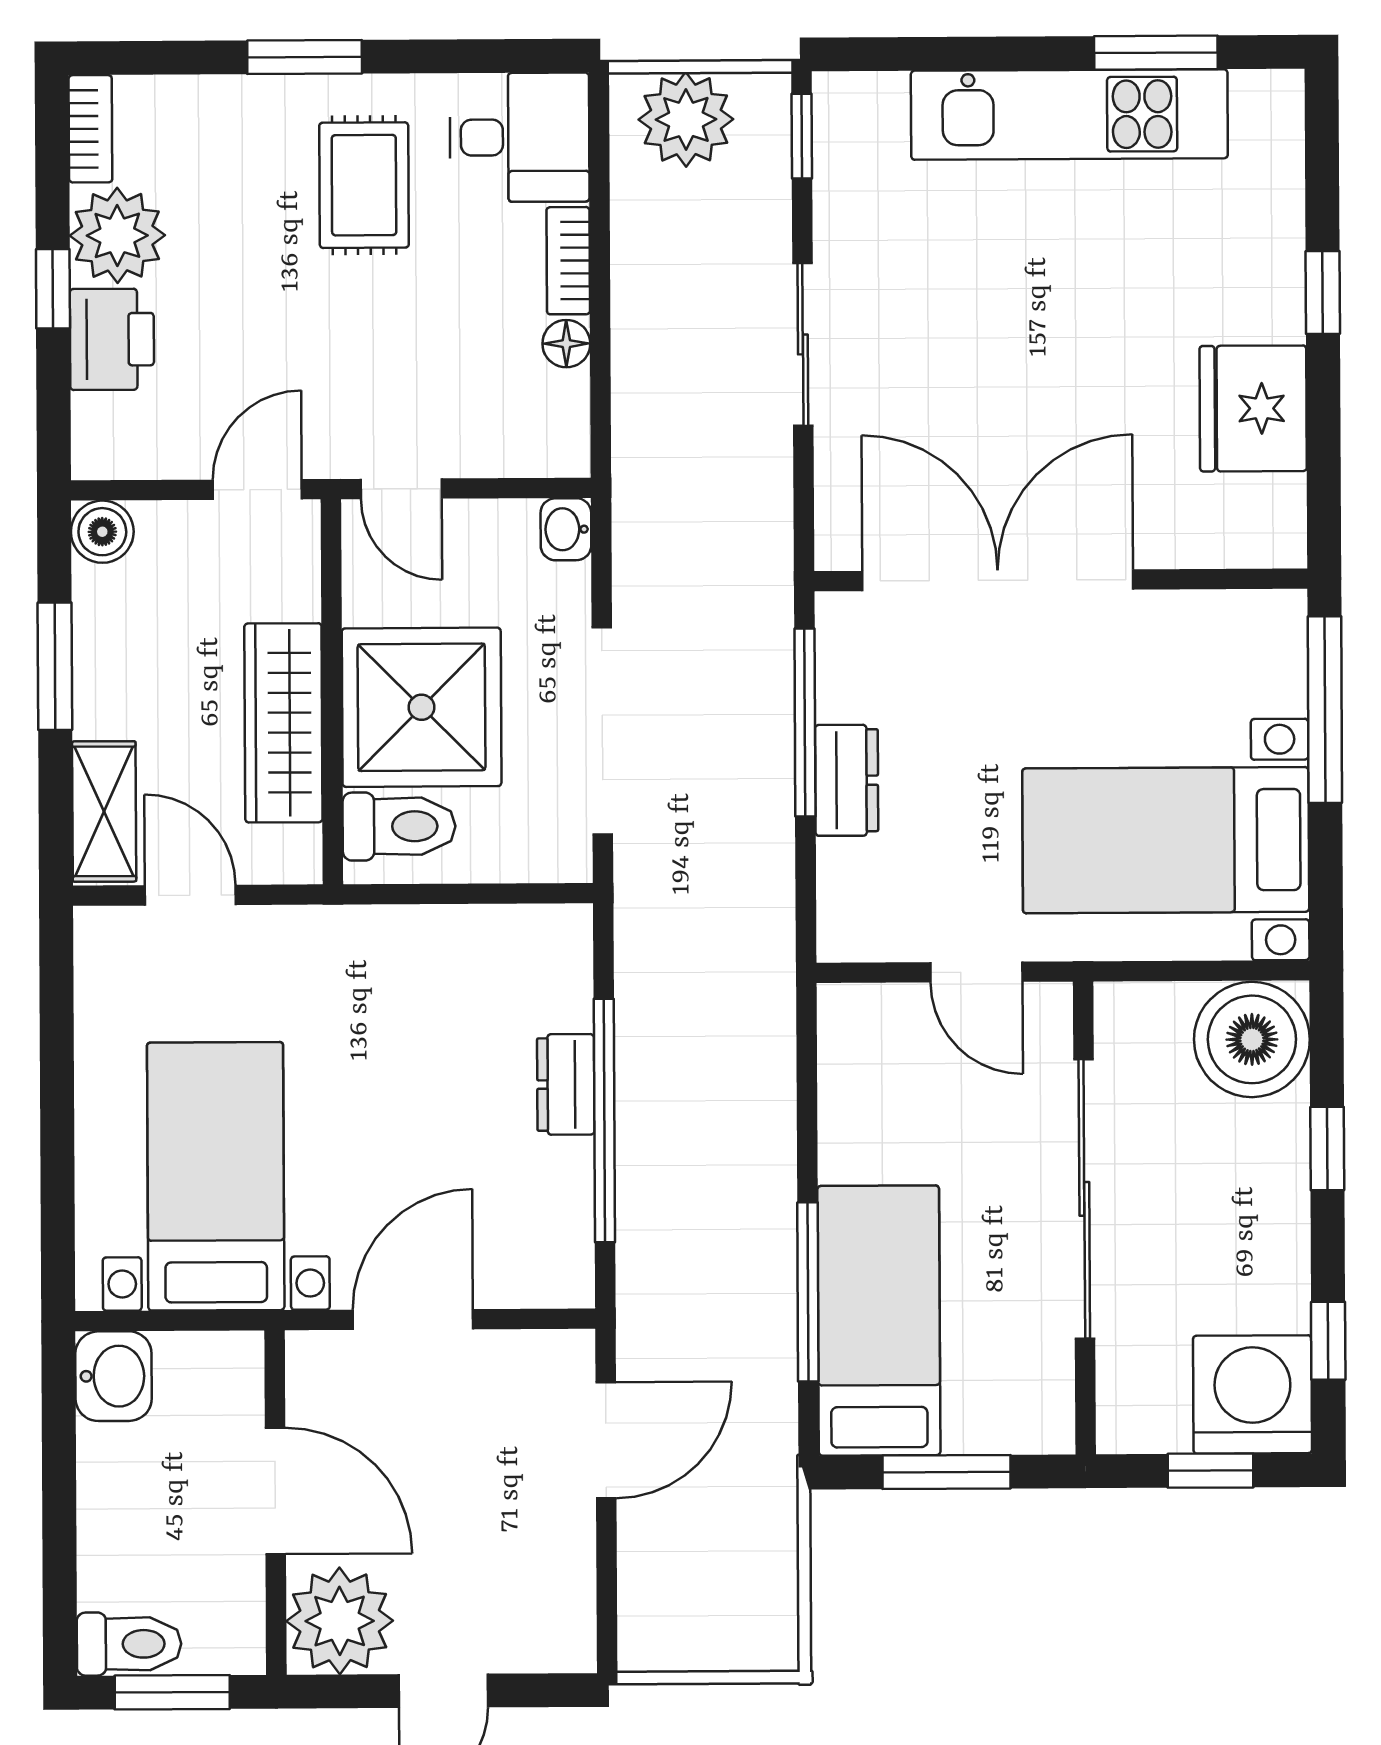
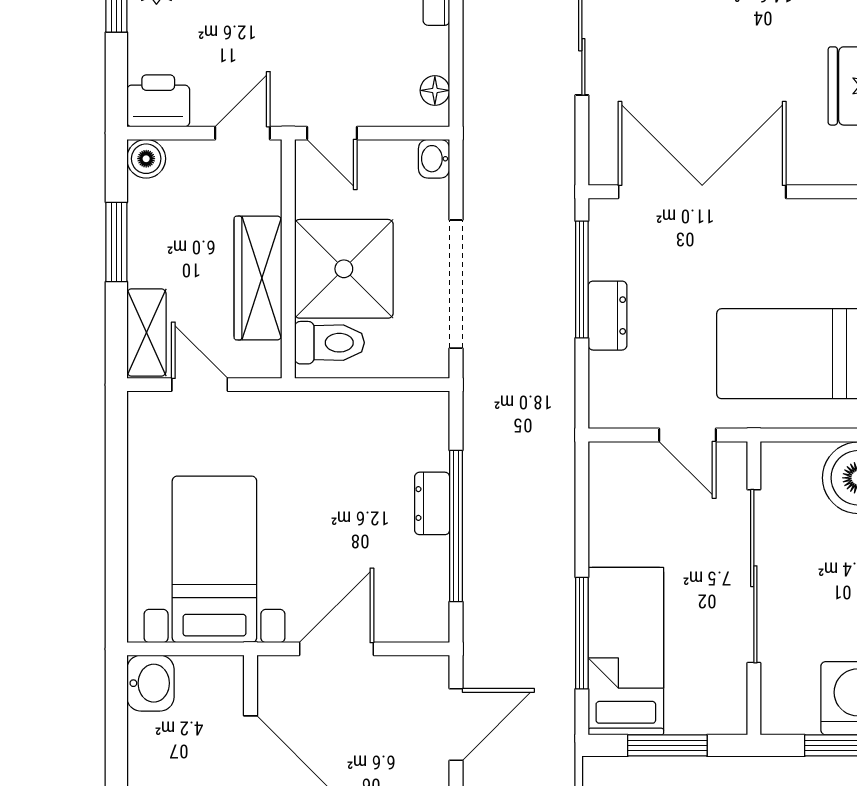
printer: (112, 339) -> (158, 101), moved, turned -90
floor lamp: (566, 344) -> (435, 90), moved

